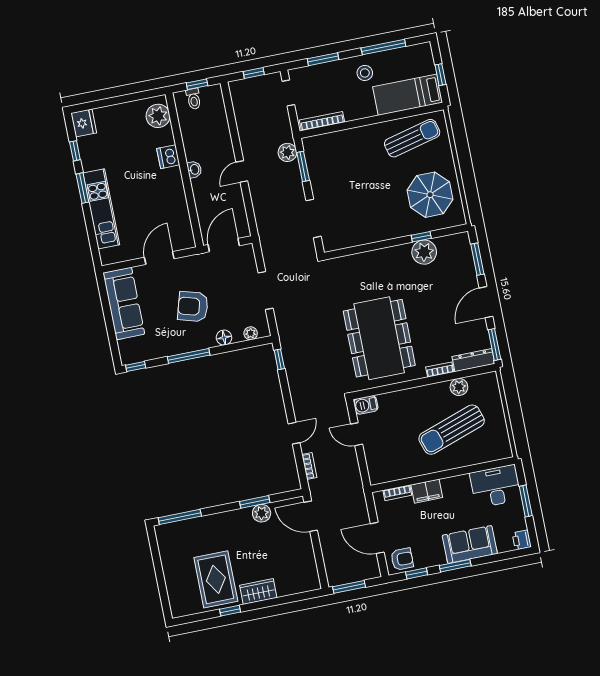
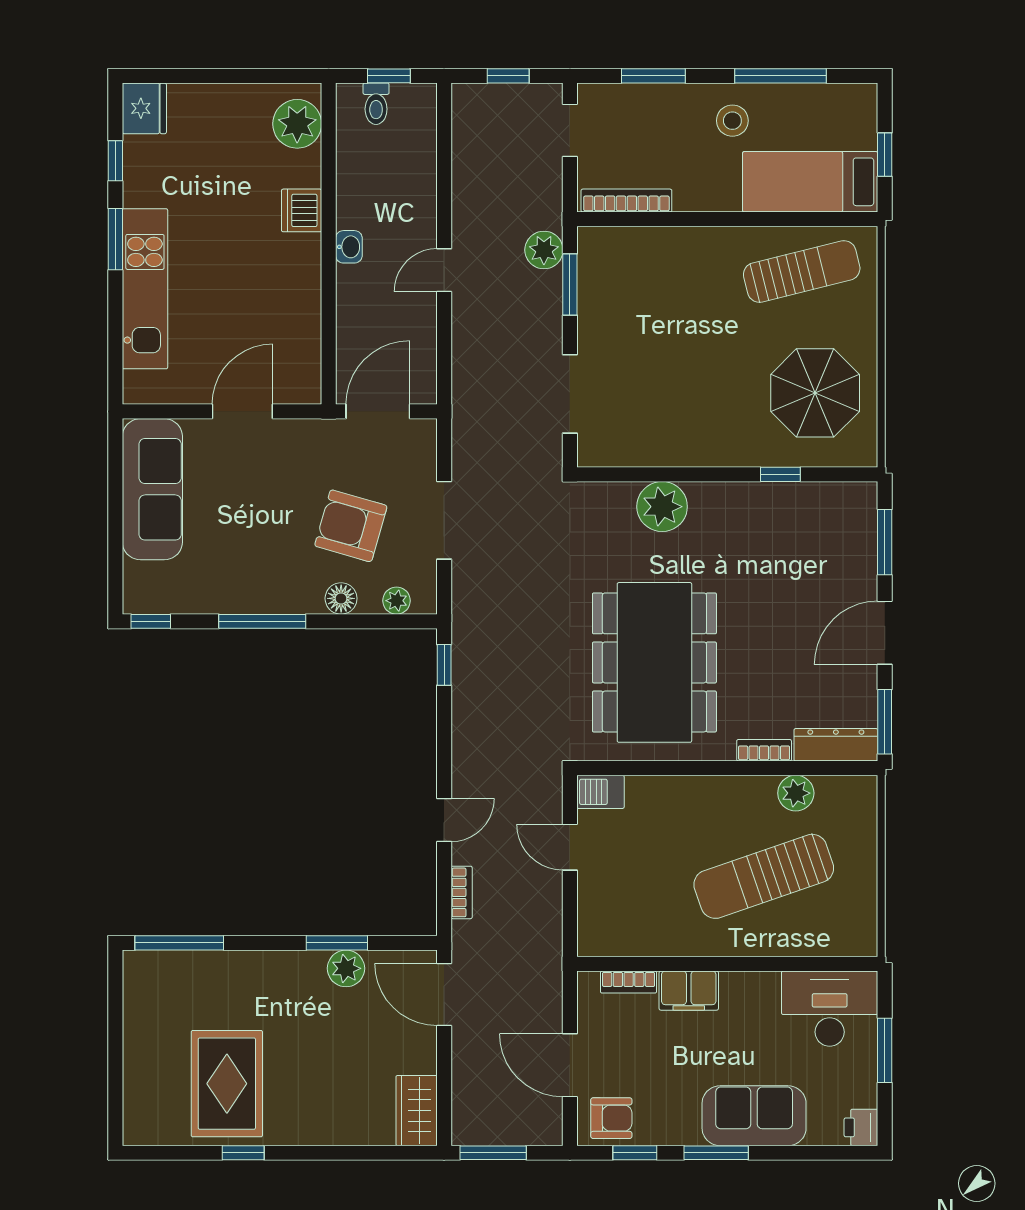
plant: (424, 252) -> (662, 507), moved
armchair: (193, 307) -> (351, 526), moved
wardrobe: (258, 591) -> (417, 1111), moved, turned -90

